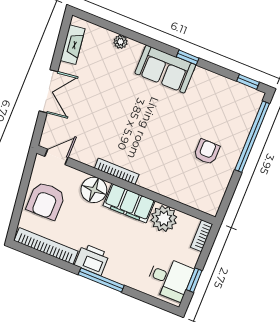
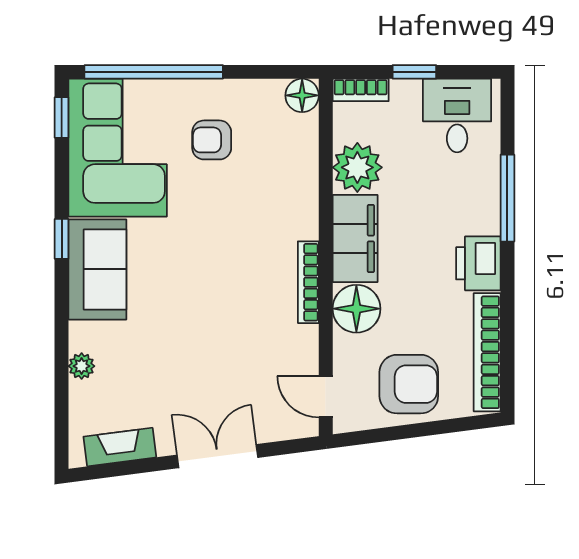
corner sofa: (222, 104) -> (118, 148), added
floor lamp: (211, 206) -> (302, 95), added
window: (101, 280) -> (507, 198), moved
window: (194, 280) -> (414, 72), moved

